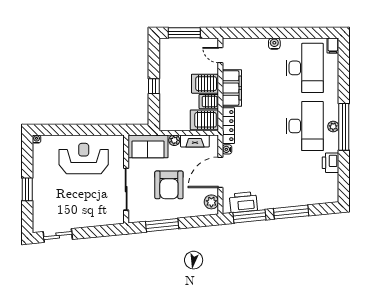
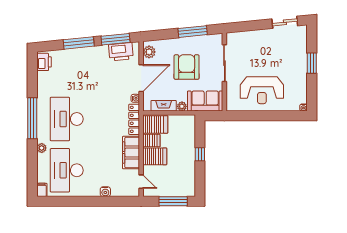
water cooler: (274, 44) -> (105, 192), moved
plant: (333, 126) -> (42, 148), moved
printer: (330, 163) -> (44, 62), moved

